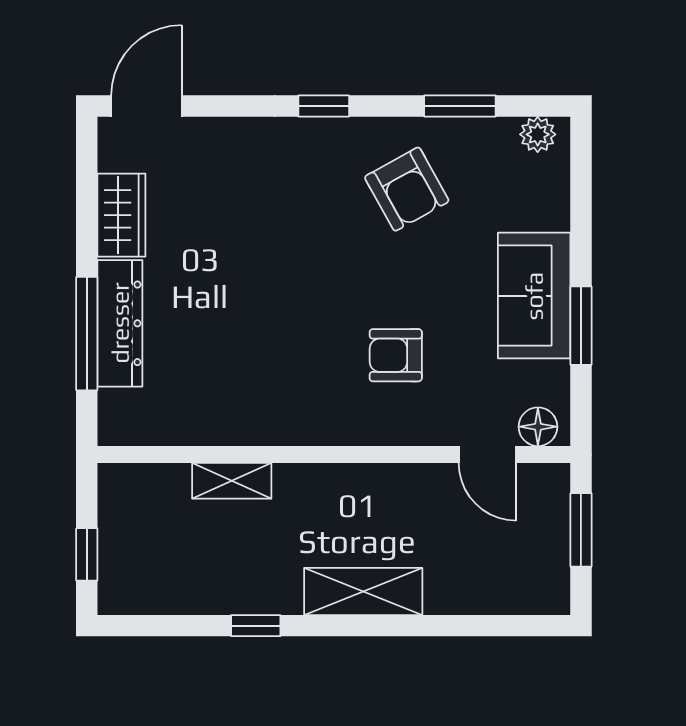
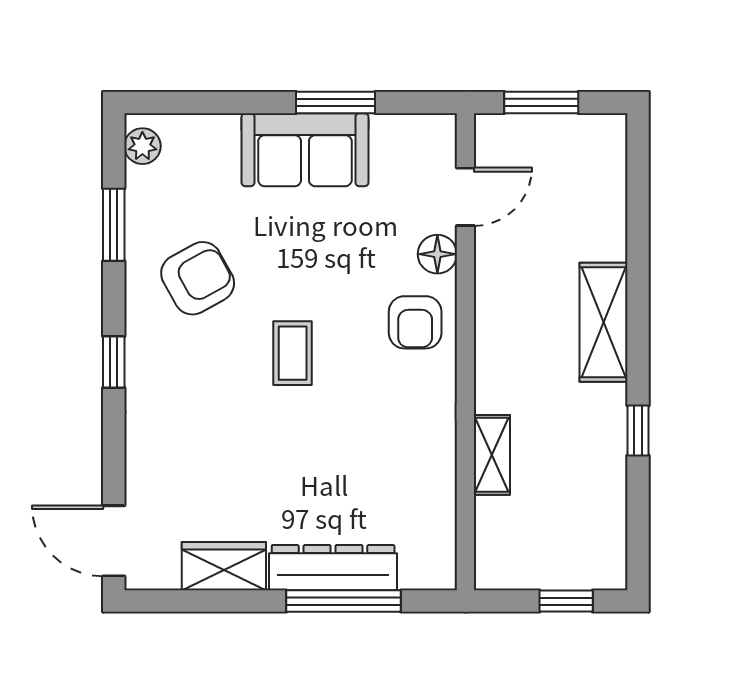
coffee table: (332, 283) -> (293, 353), added
armchair: (396, 355) -> (415, 322), moved
floor lamp: (538, 427) -> (437, 254), moved

